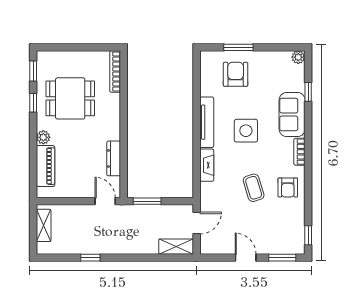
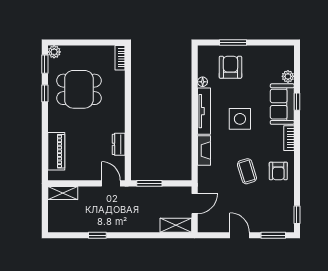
plant: (298, 57) -> (288, 76), moved
bookcase: (115, 71) -> (120, 58), width x0.64
floor lamp: (205, 90) -> (203, 82), added
window: (308, 92) -> (297, 102), moved
plant: (43, 137) -> (54, 52), moved
dresser: (114, 158) -> (119, 144), width x0.70
shelving: (44, 225) -> (63, 193), moved, turned 90

